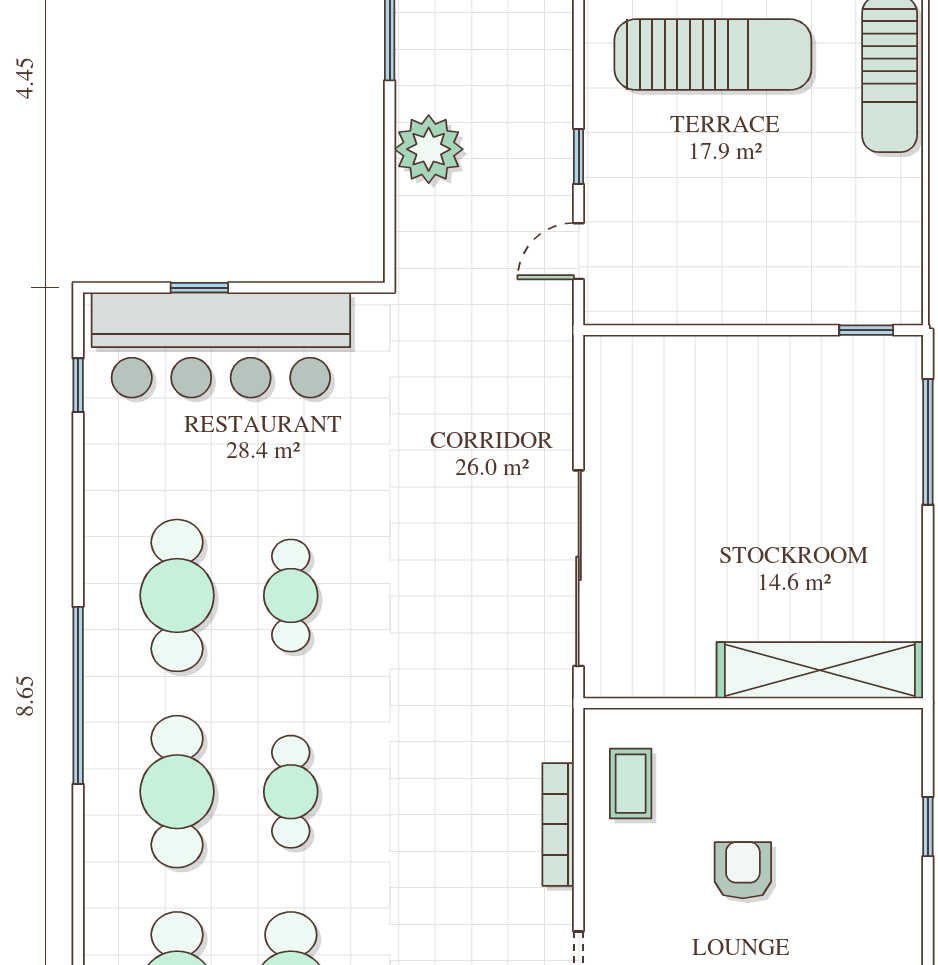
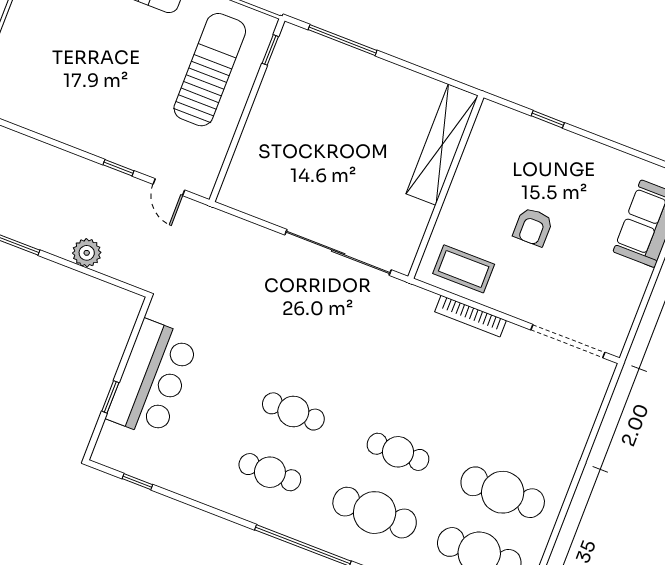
sun lounger: (713, 55) -> (210, 70), moved
plant: (429, 149) -> (87, 253), width x0.73, depth x0.73
bar counter: (221, 345) -> (152, 379), width x0.73
cafe table: (177, 595) -> (270, 472), width x0.73, depth x0.74
coffee table: (631, 784) -> (464, 269), width x1.36, depth x1.30
armchair: (743, 870) -> (533, 227), turned -90

